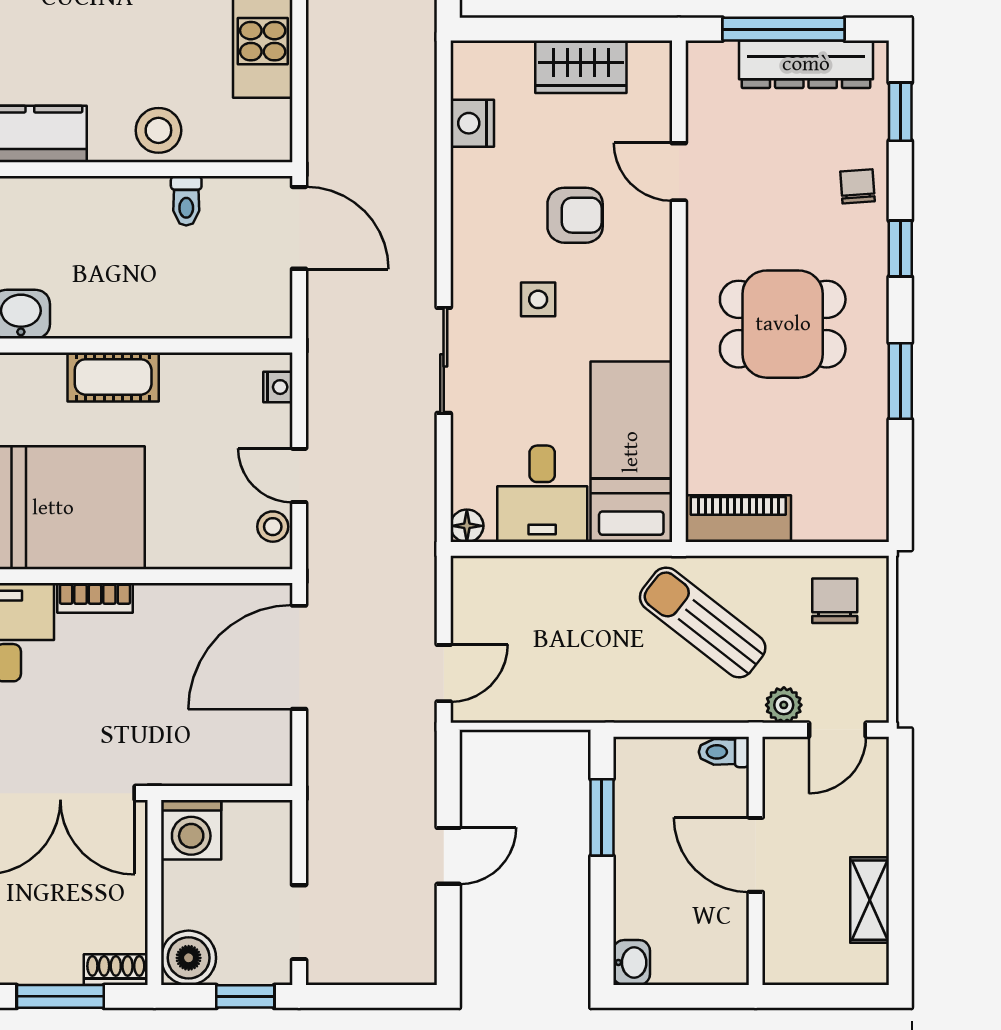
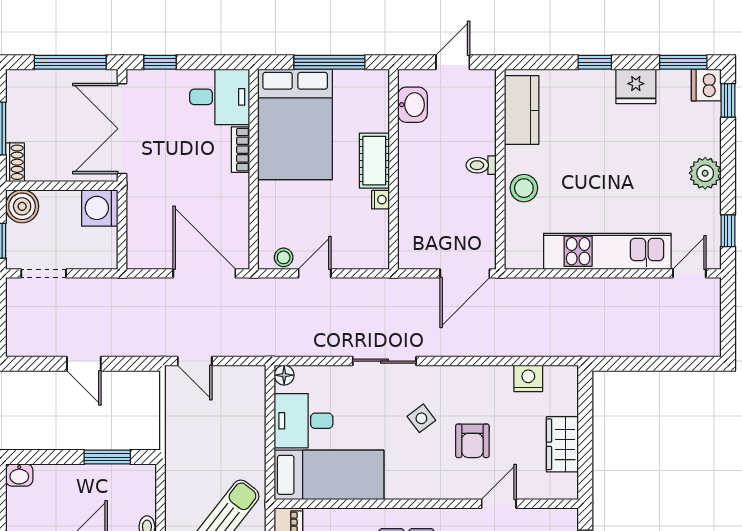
toilet: (186, 201) -> (481, 165), moved
side table: (538, 299) -> (421, 418), turned -37
nightstand: (278, 387) -> (381, 200), moved, turned -90

